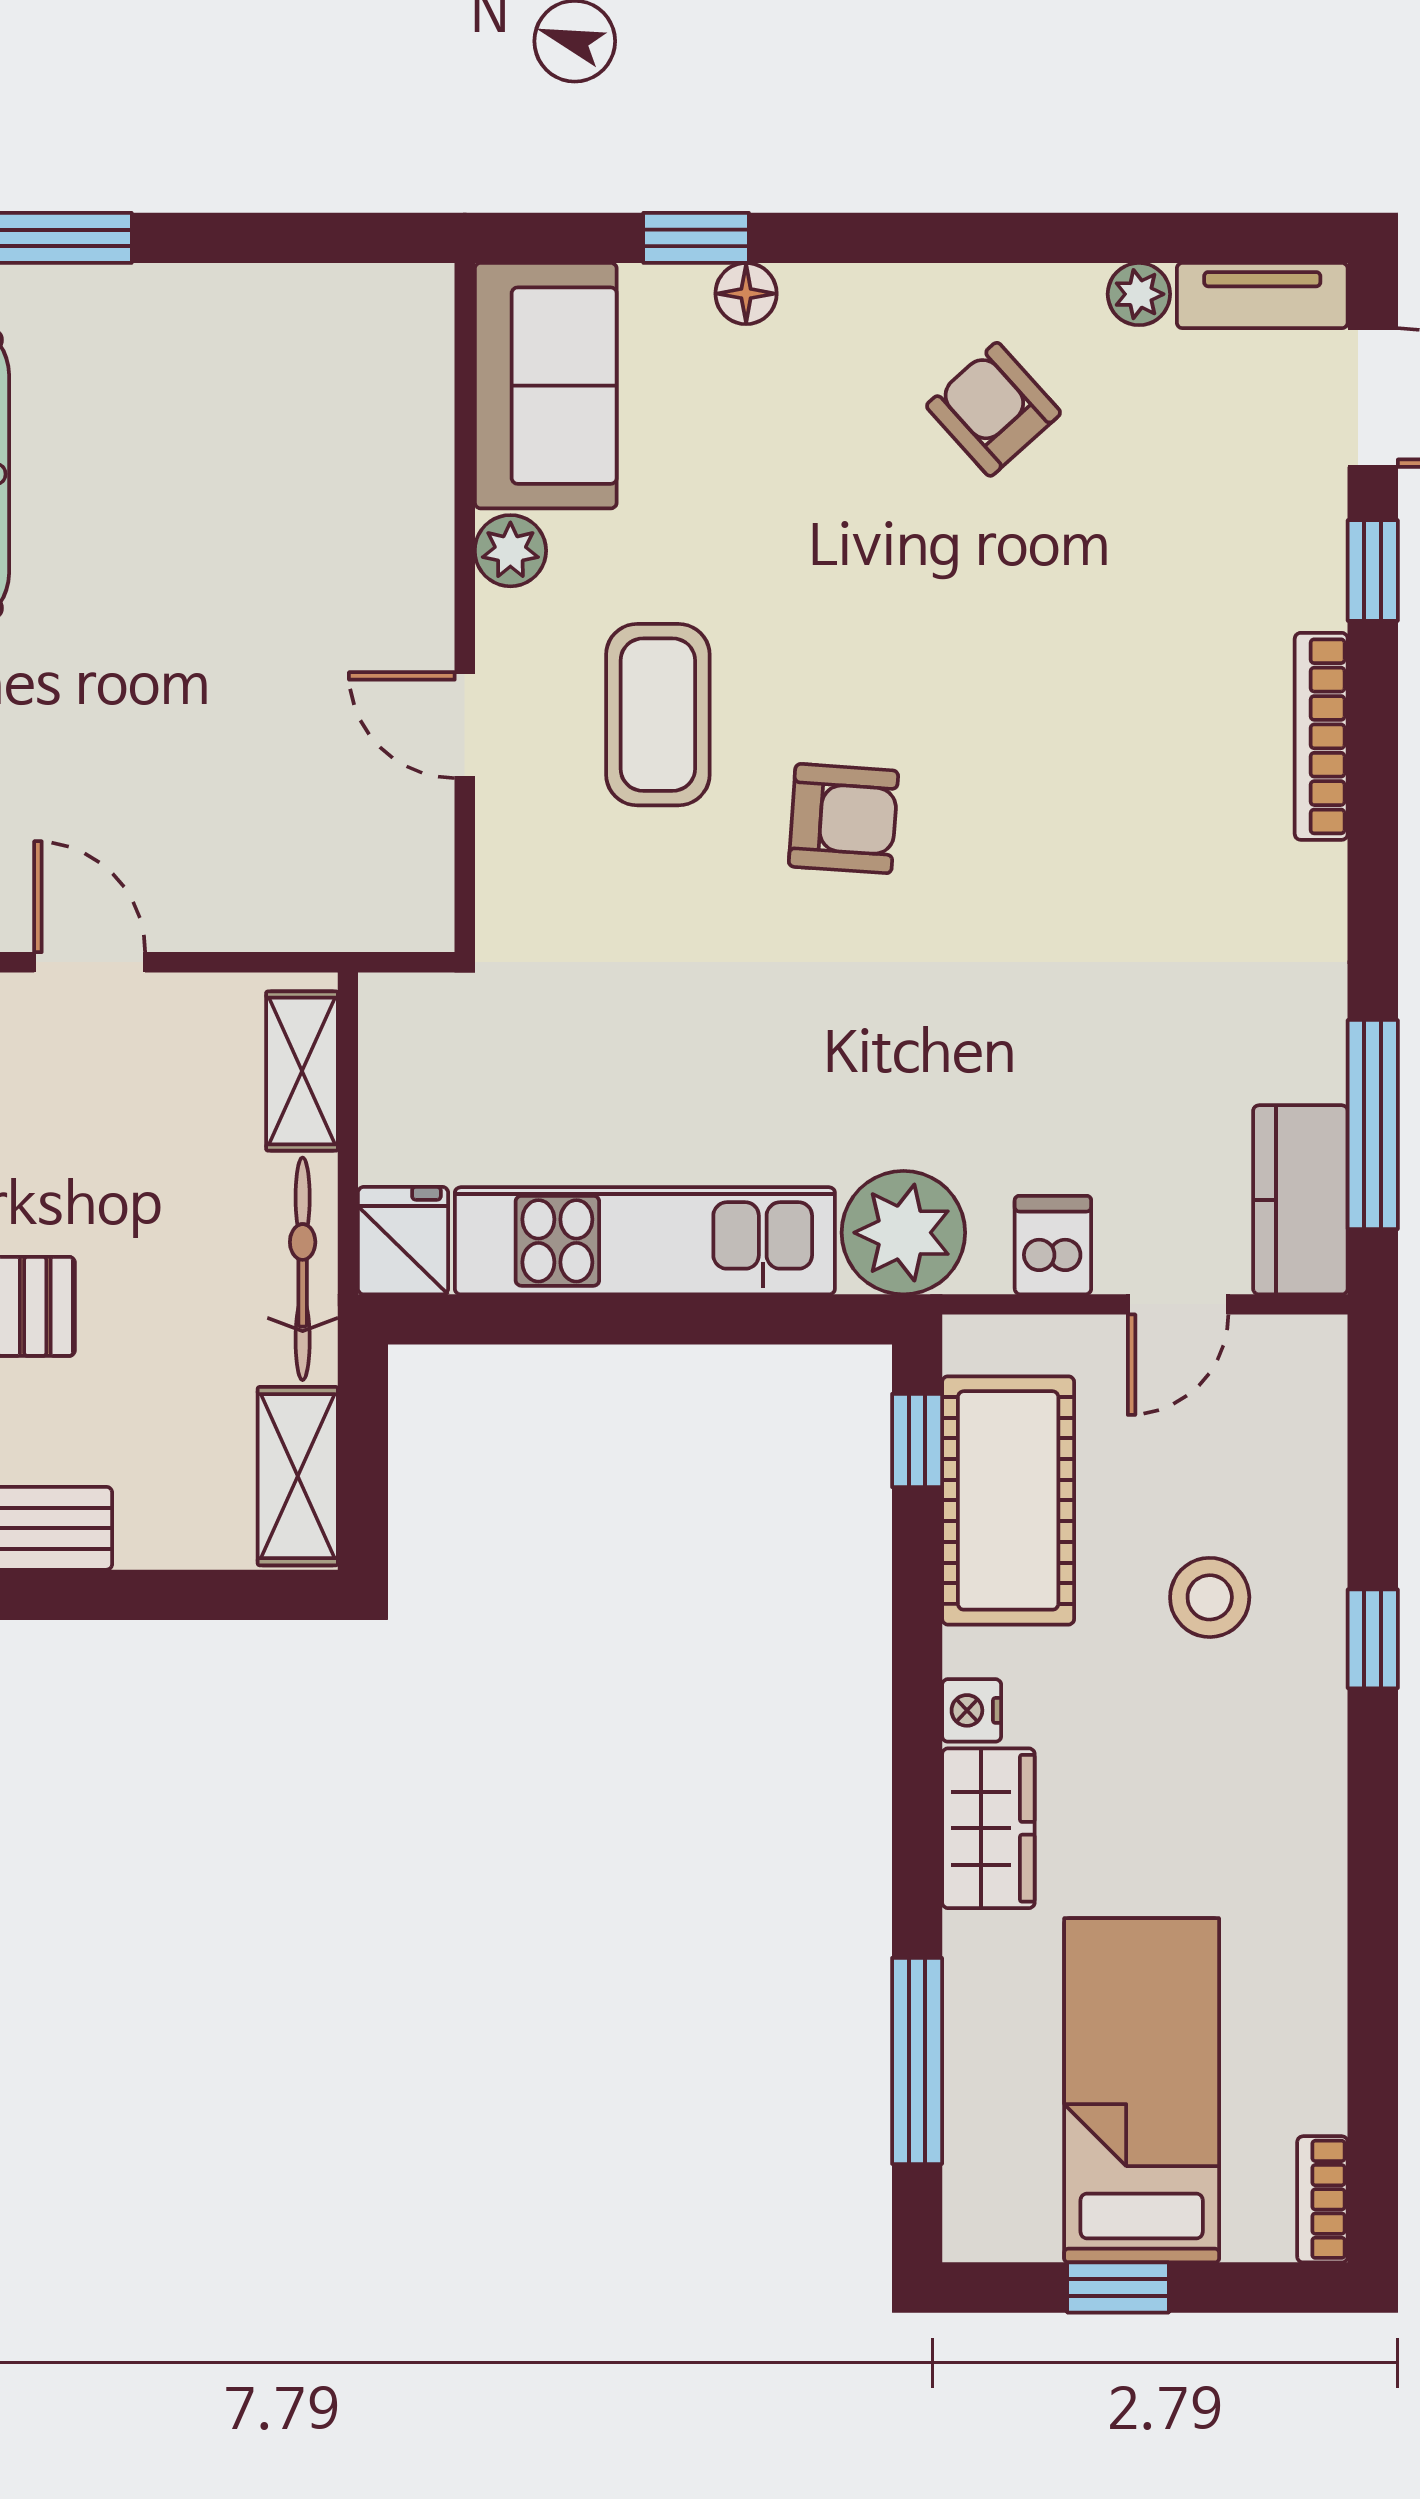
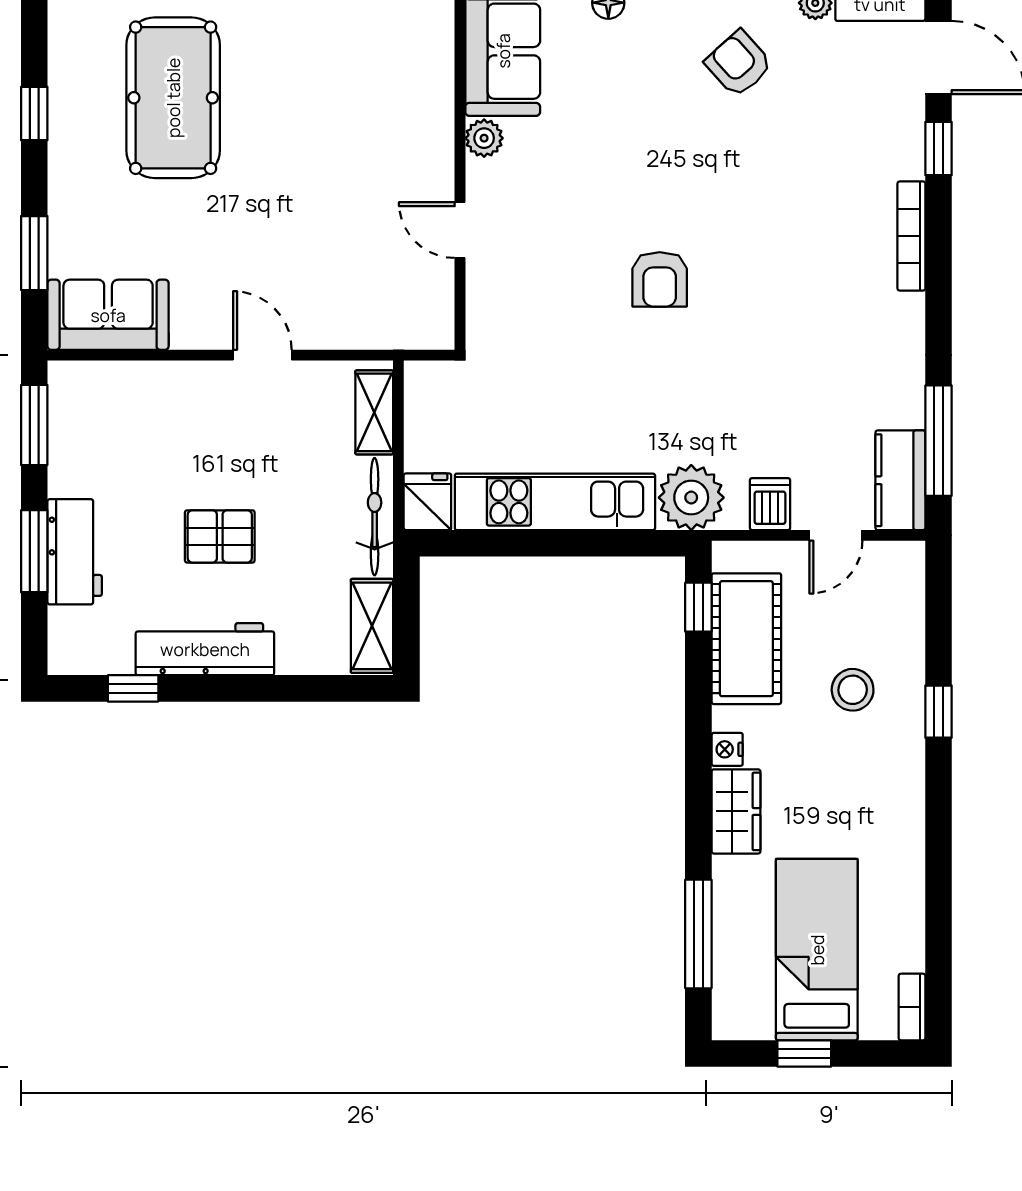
coffee table: (658, 715) -> (562, 225), removed
armchair: (843, 819) -> (660, 279), turned 86

